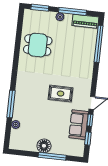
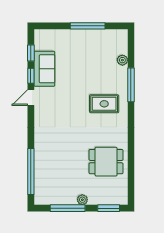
piano: (85, 21) -> (50, 198), removed
rug: (61, 94) -> (104, 104), moved
floor lamp: (44, 146) -> (84, 38), removed
window: (52, 156) -> (88, 26), moved

